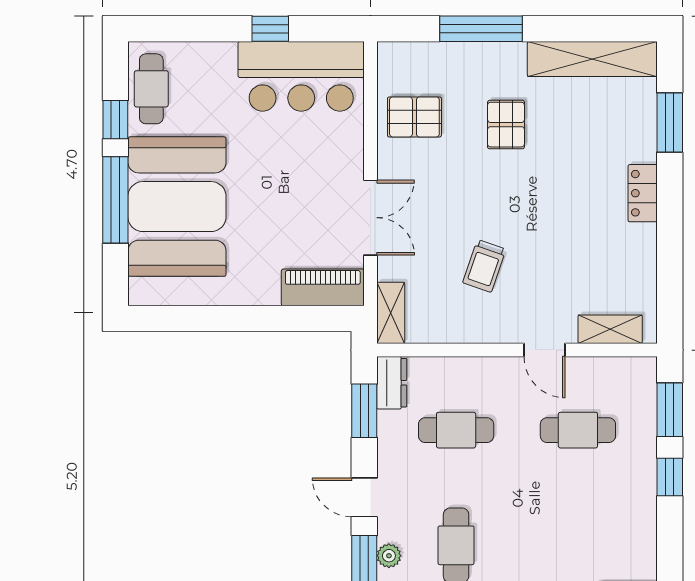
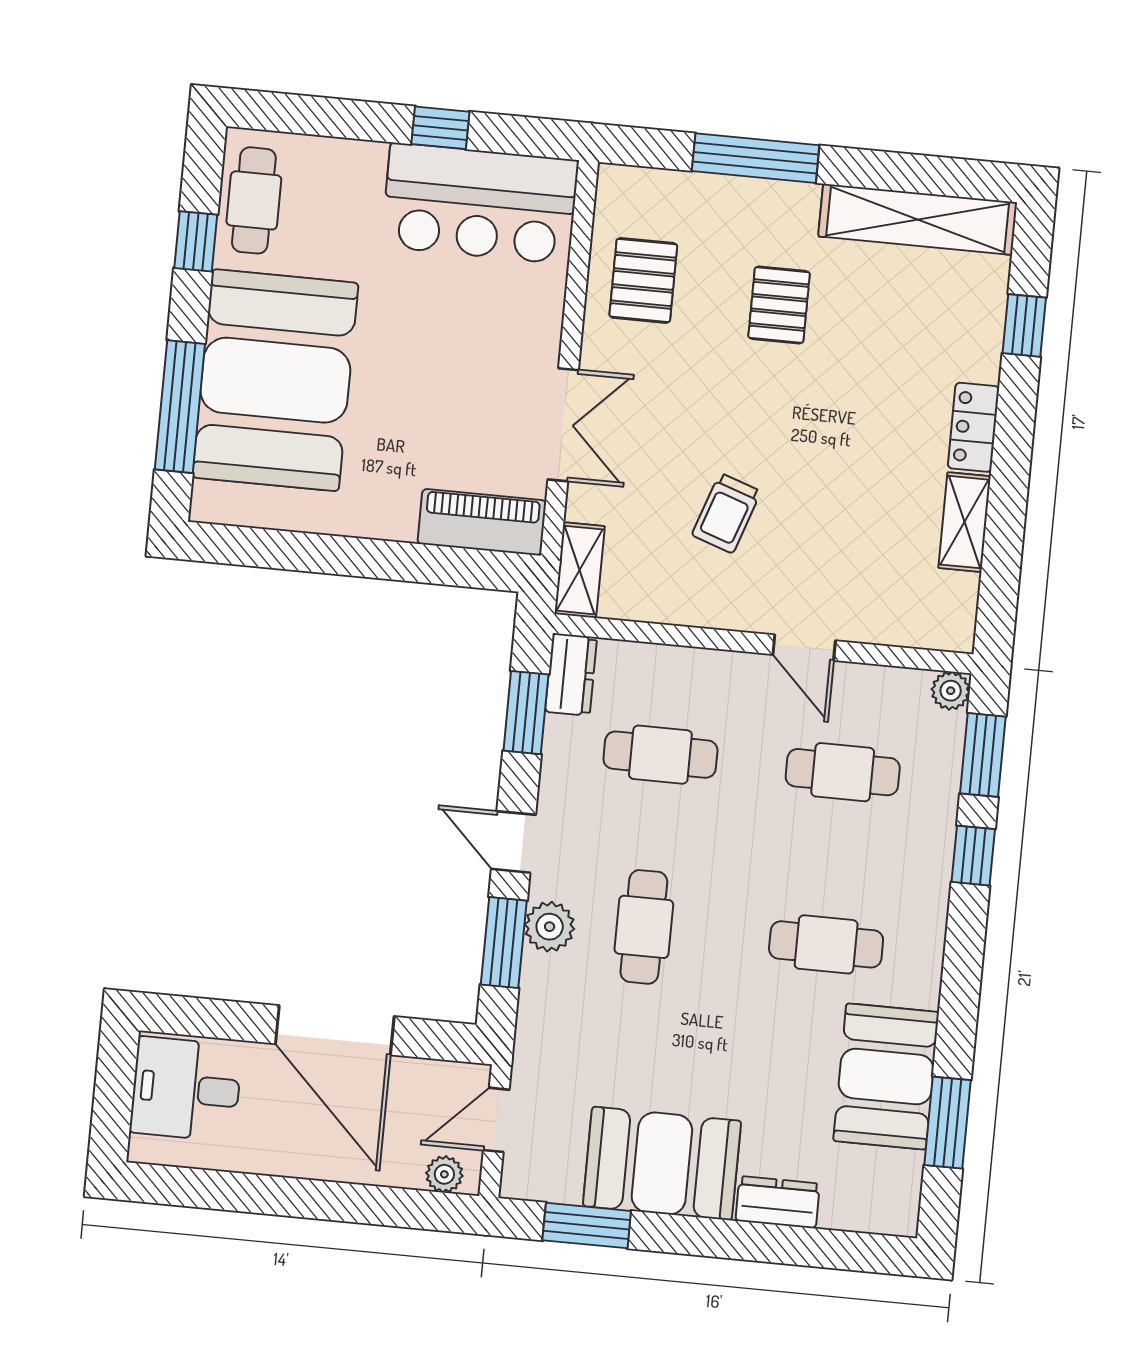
pallet: (414, 117) -> (643, 280), turned 90
window: (670, 122) -> (1024, 325), width x0.67
window: (115, 200) -> (180, 407), moved
shelving: (610, 329) -> (965, 522), moved, turned 90
plant: (644, 369) -> (951, 691), added
cafe table: (578, 545) -> (826, 944), added
plant: (389, 556) -> (550, 927), width x1.38, depth x1.38

